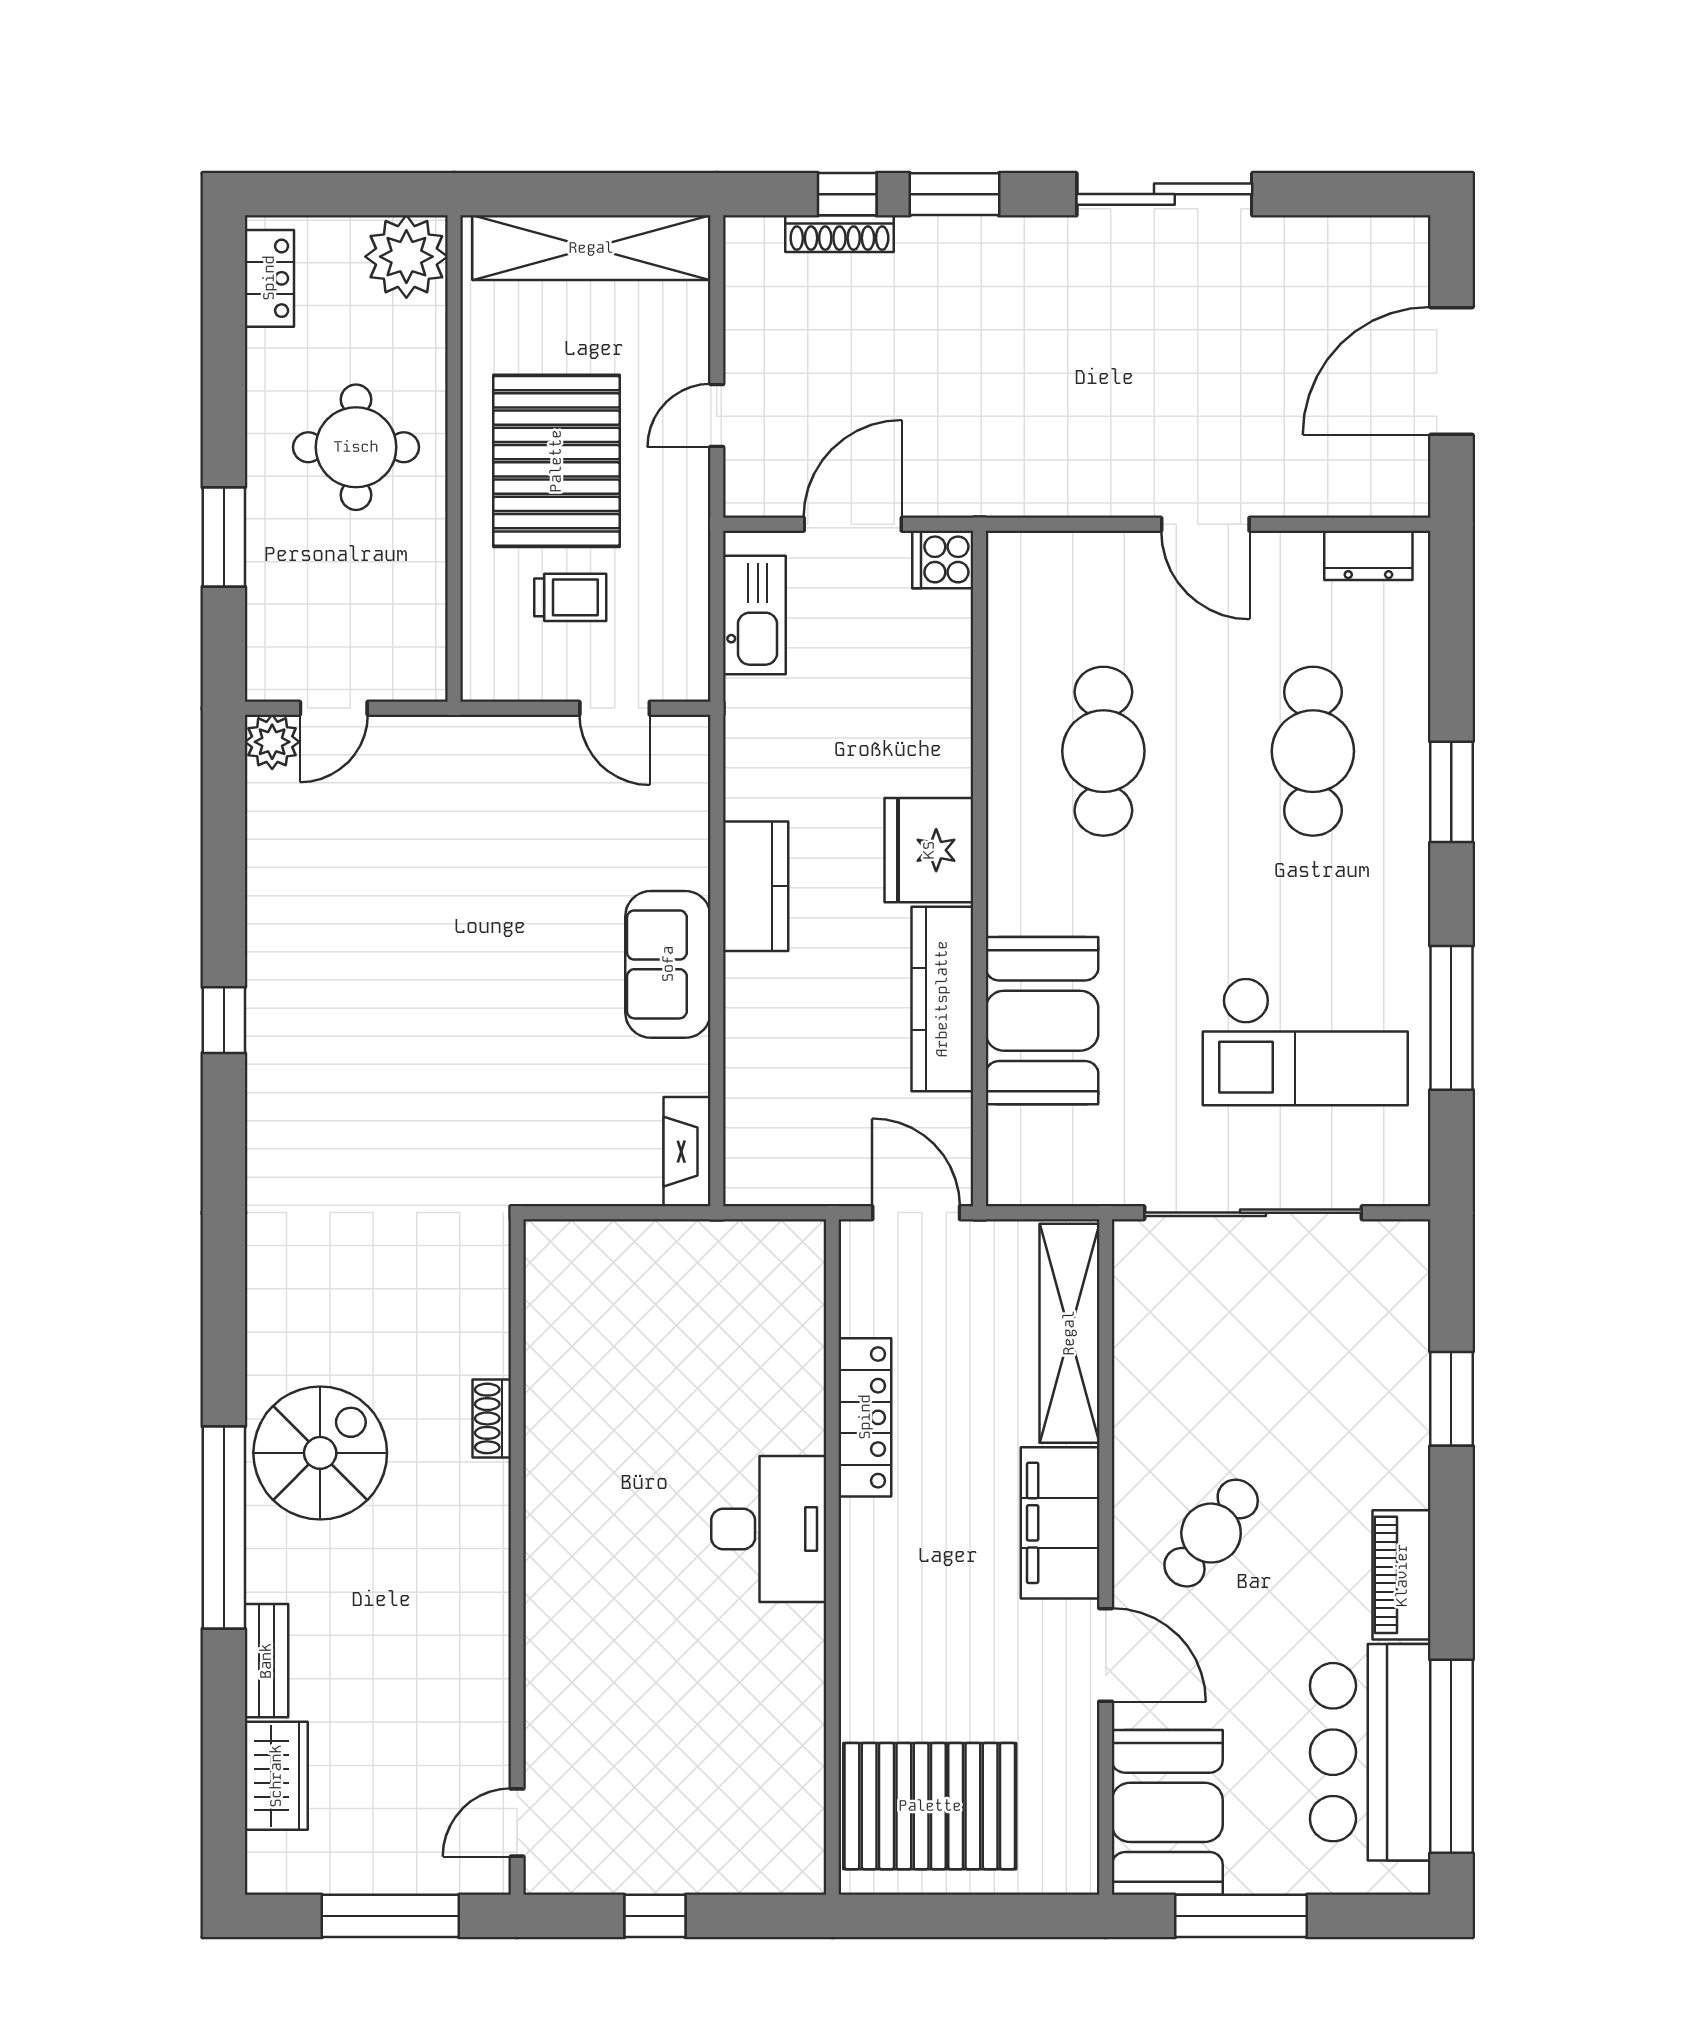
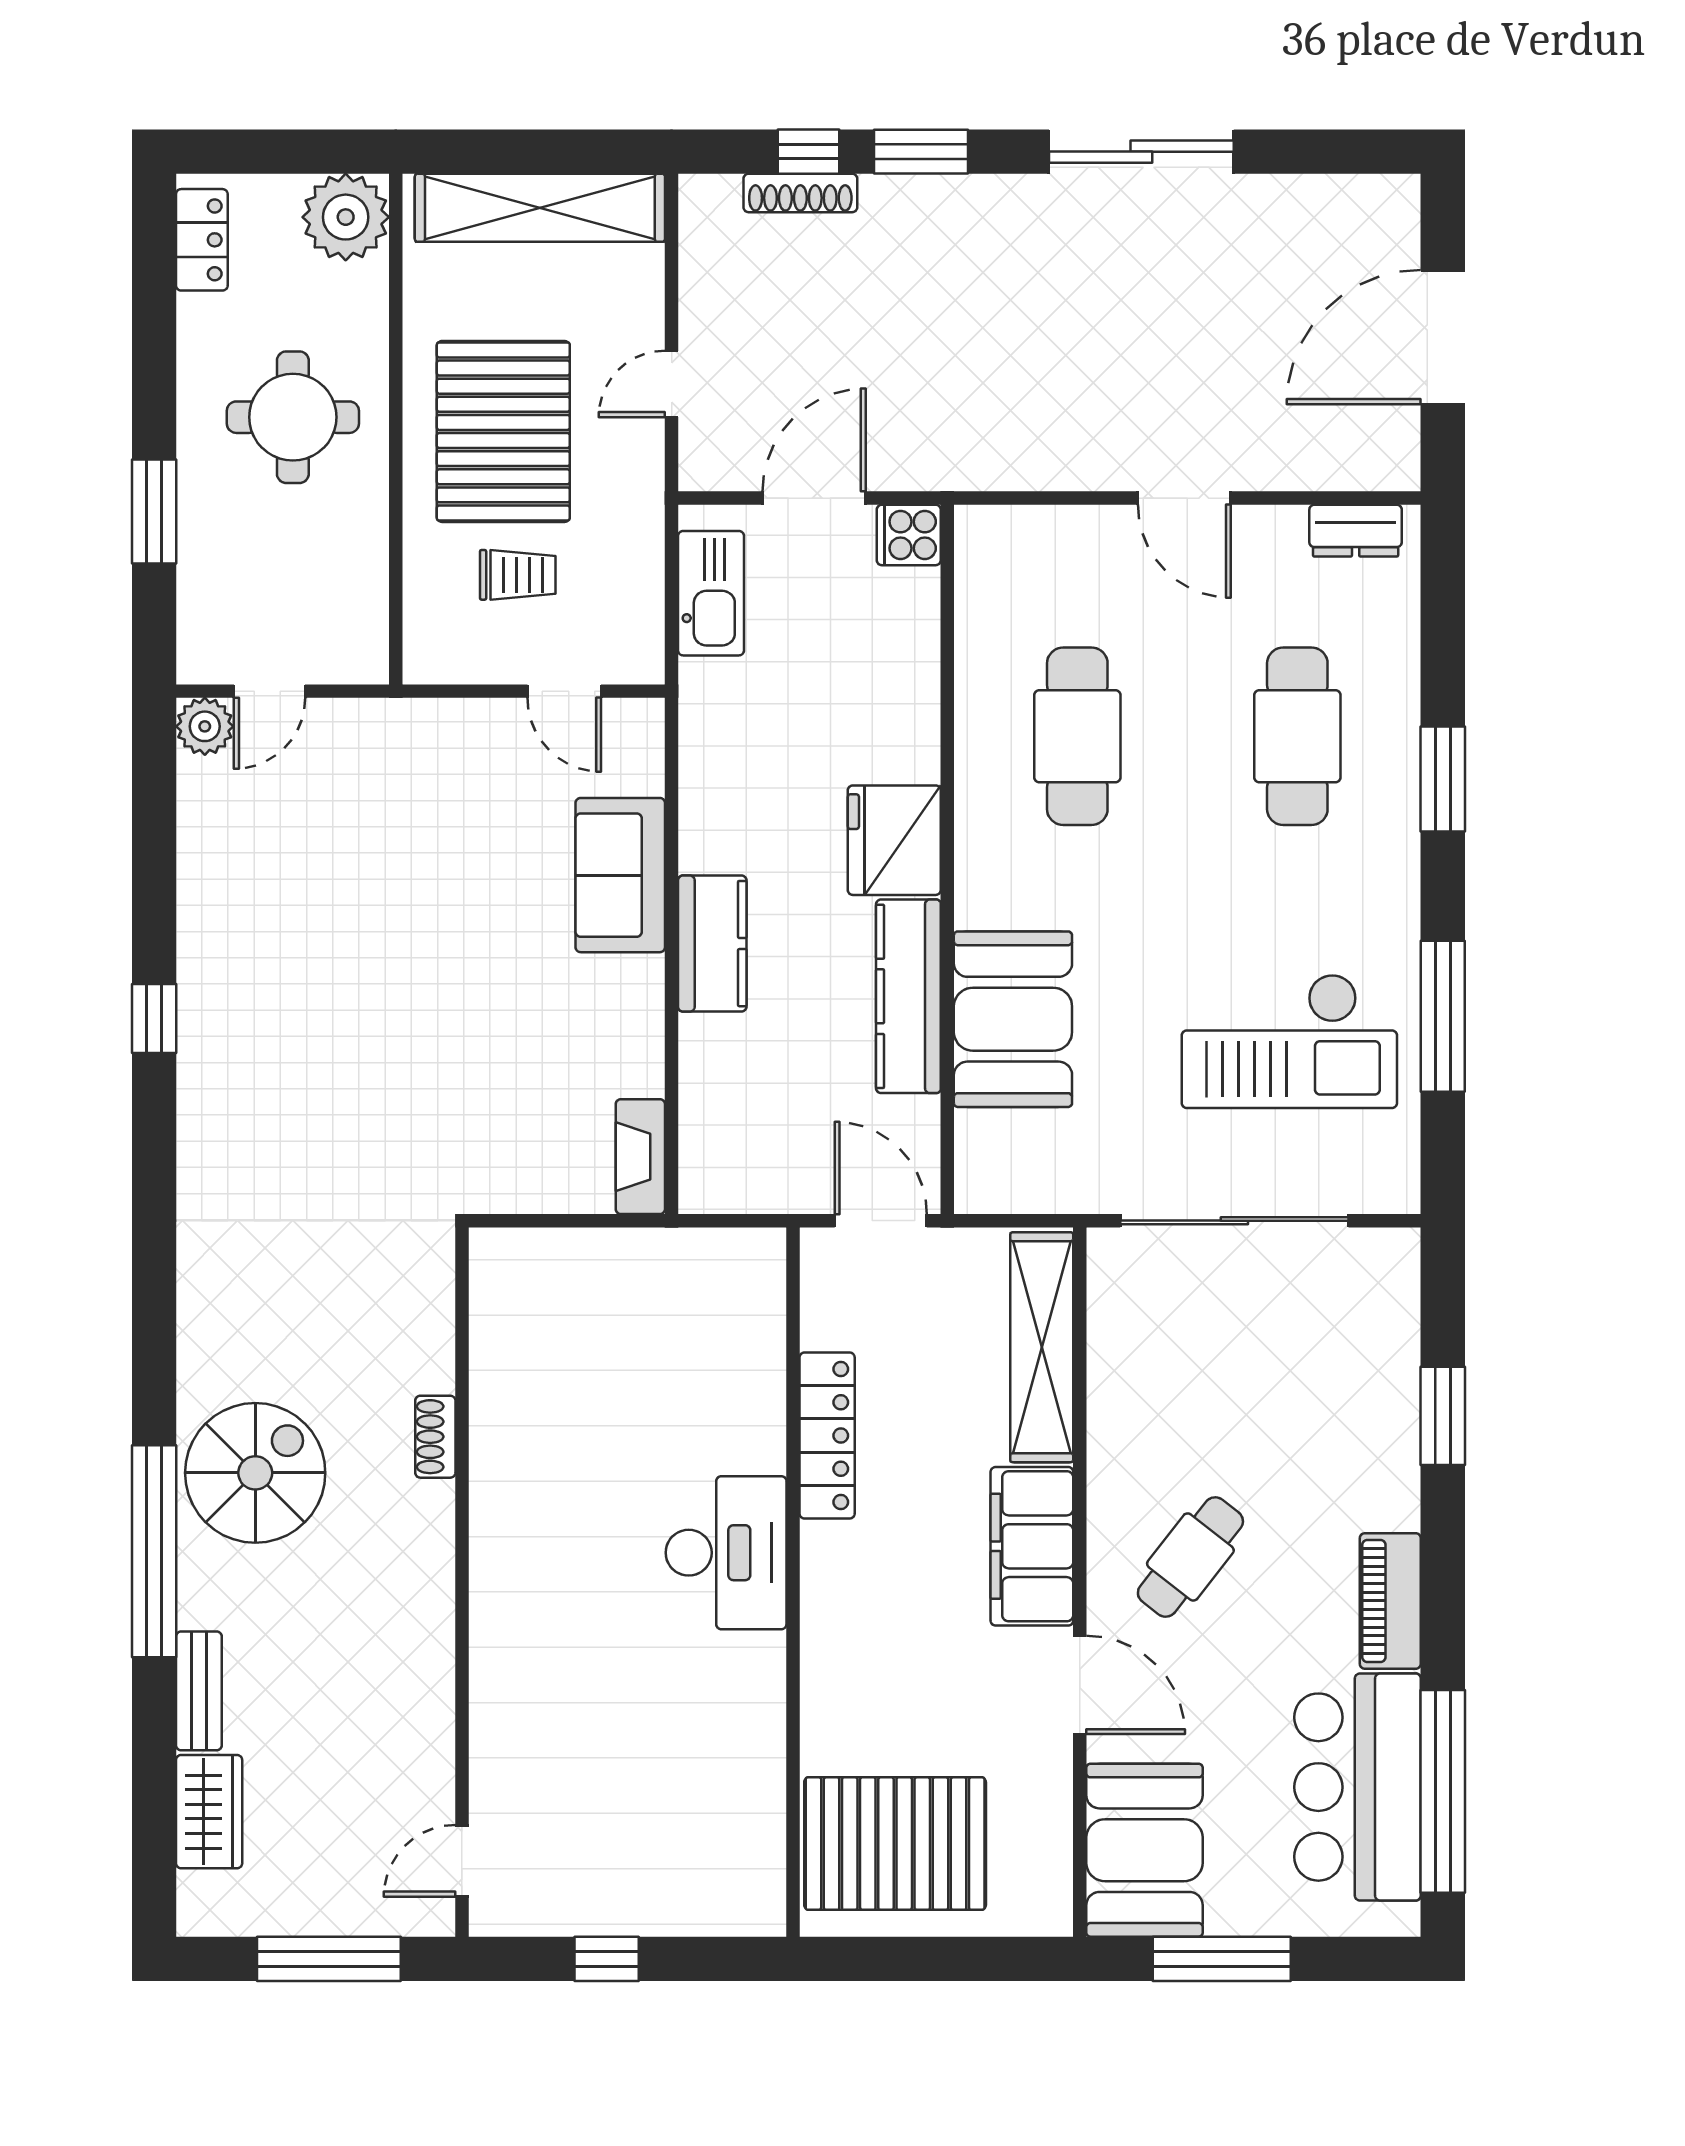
kitchen counter: (756, 886) -> (712, 944), moved
sofa: (668, 964) -> (620, 875), moved

